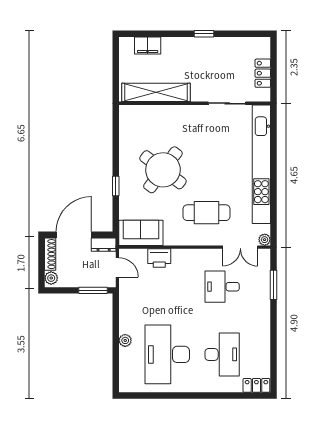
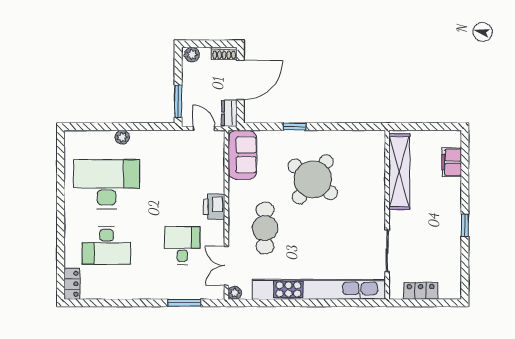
door: (74, 235) -> (240, 80), hinge flipped
shoe rack: (50, 254) -> (224, 53), width x0.70
printer: (159, 258) -> (214, 207), moved
door: (117, 267) -> (204, 128), swing flipped

